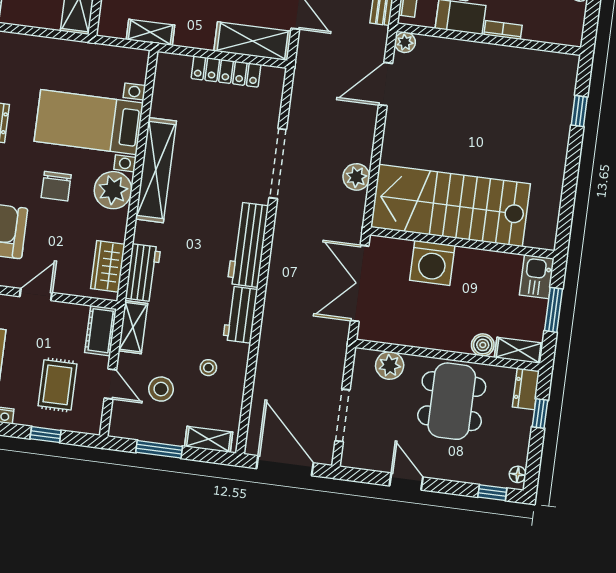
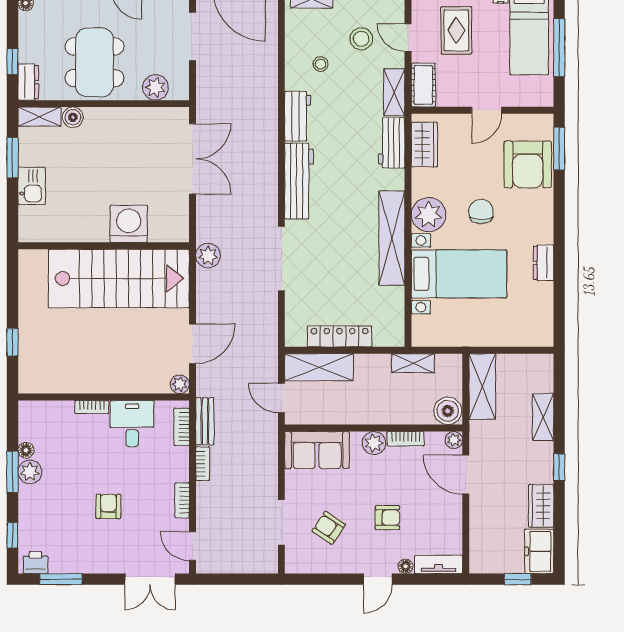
stairs: (451, 205) -> (119, 278), moved
wall: (462, 243) -> (104, 246), moved
washing machine: (432, 263) -> (129, 224), moved

